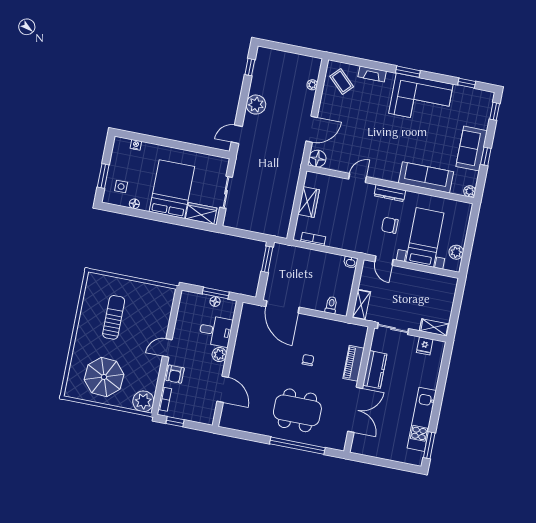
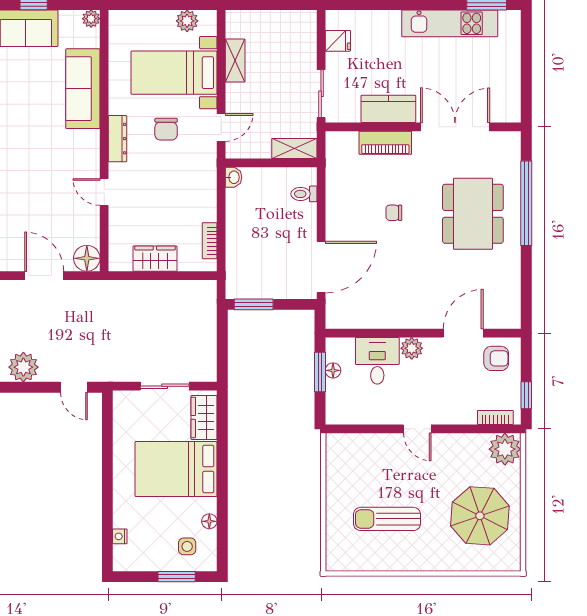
shelving: (434, 327) -> (235, 61), moved
armchair: (175, 374) -> (496, 358), moved

